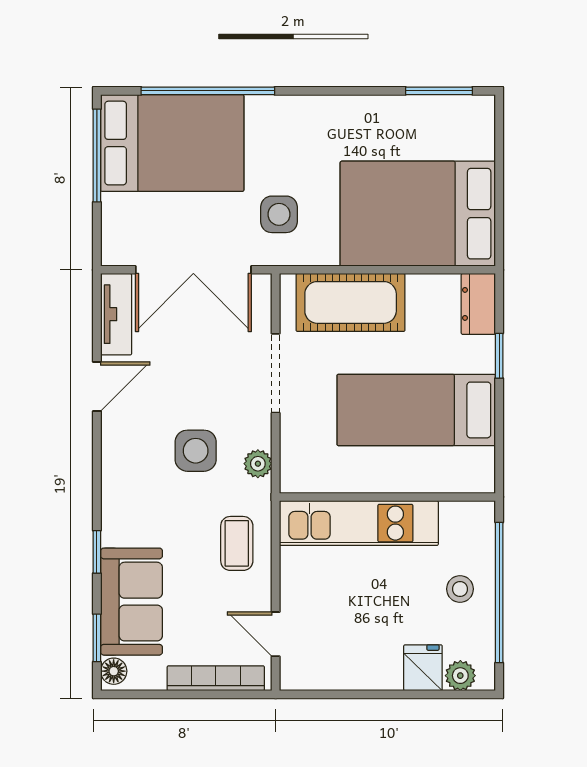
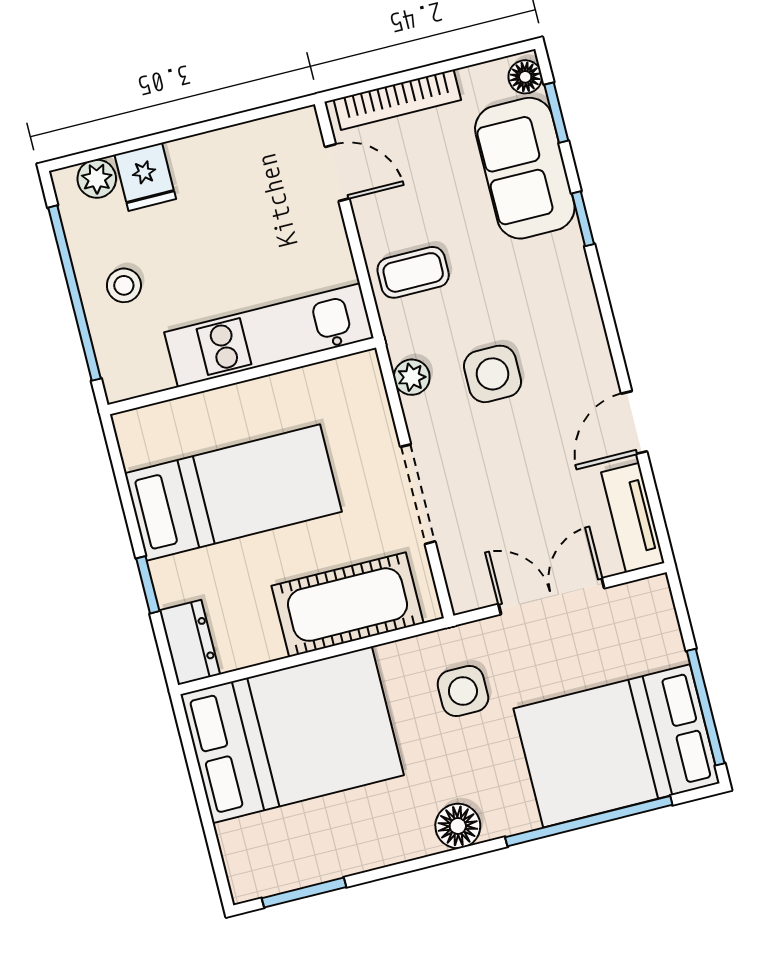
floor lamp: (309, 112) -> (458, 826), added
double door: (193, 270) -> (551, 596), width x0.73
coffee table: (237, 543) -> (413, 272), turned 90

